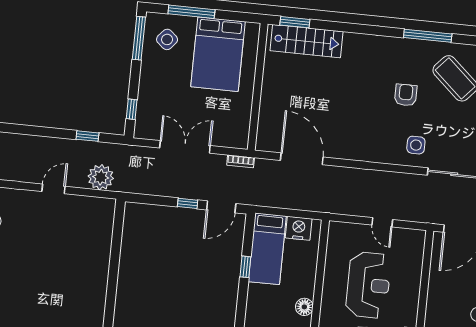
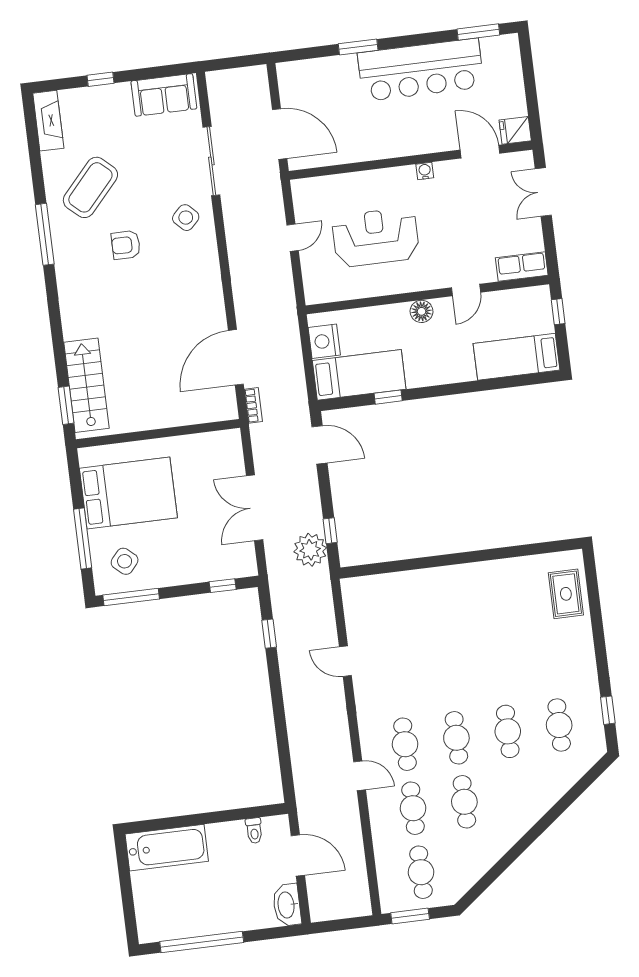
side table: (416, 145) -> (186, 218), turned 45
bookcase: (241, 161) -> (253, 405), moved
plant: (101, 177) -> (310, 550), moved
window: (188, 203) -> (330, 531), moved

